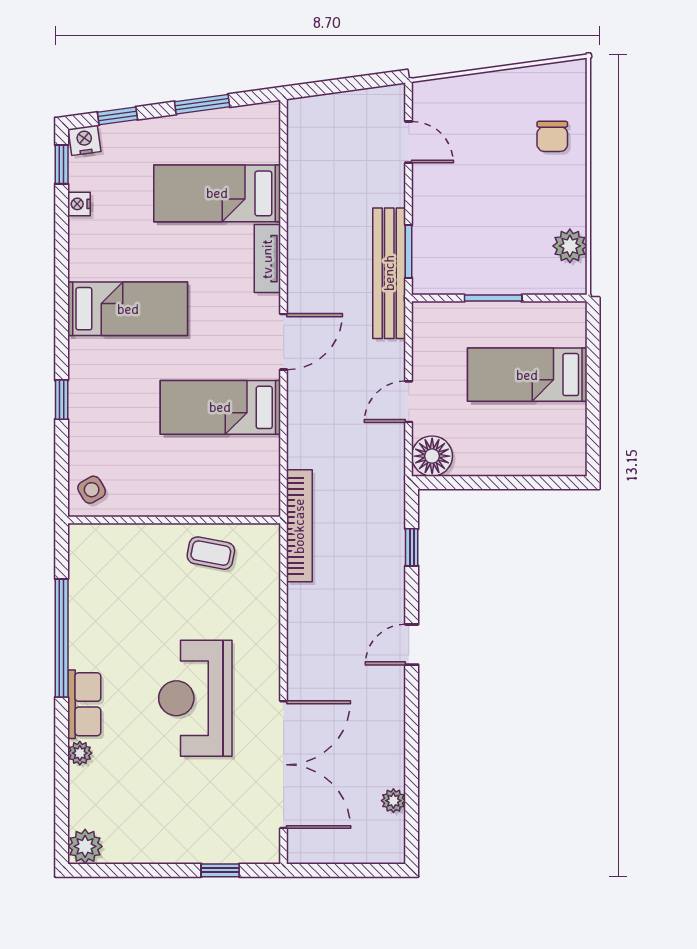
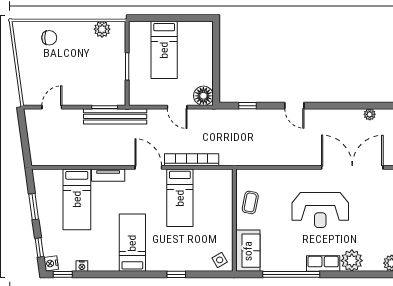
bookcase: (299, 526) -> (192, 160), moved
sofa: (111, 548) -> (248, 251), added
plant: (80, 753) -> (352, 261), width x1.88, depth x1.88

